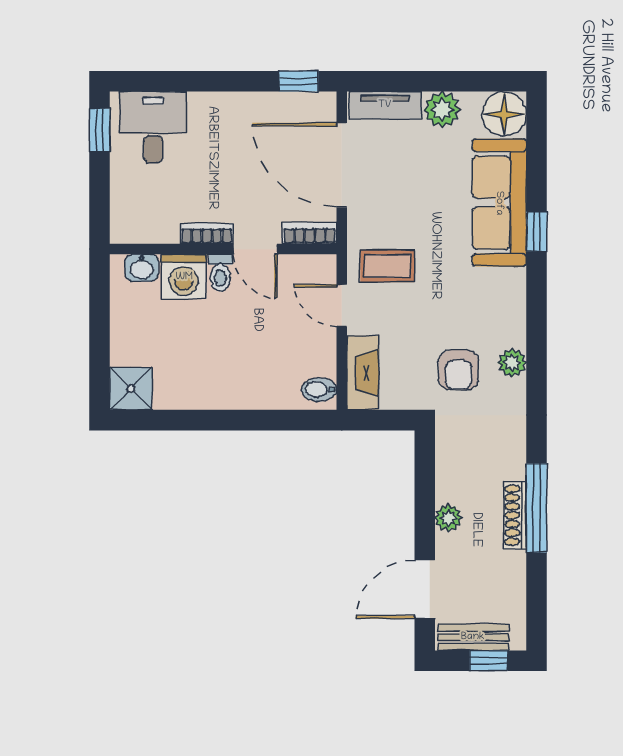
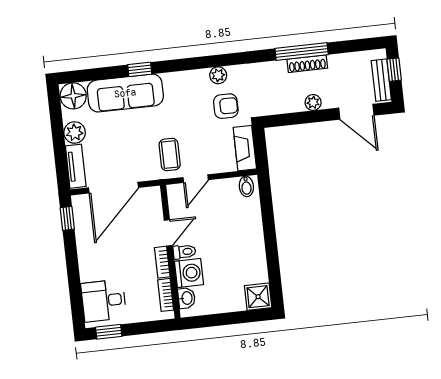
bookcase: (310, 233) -> (166, 295), moved
fireplace: (363, 373) -> (245, 148), moved, turned -90

